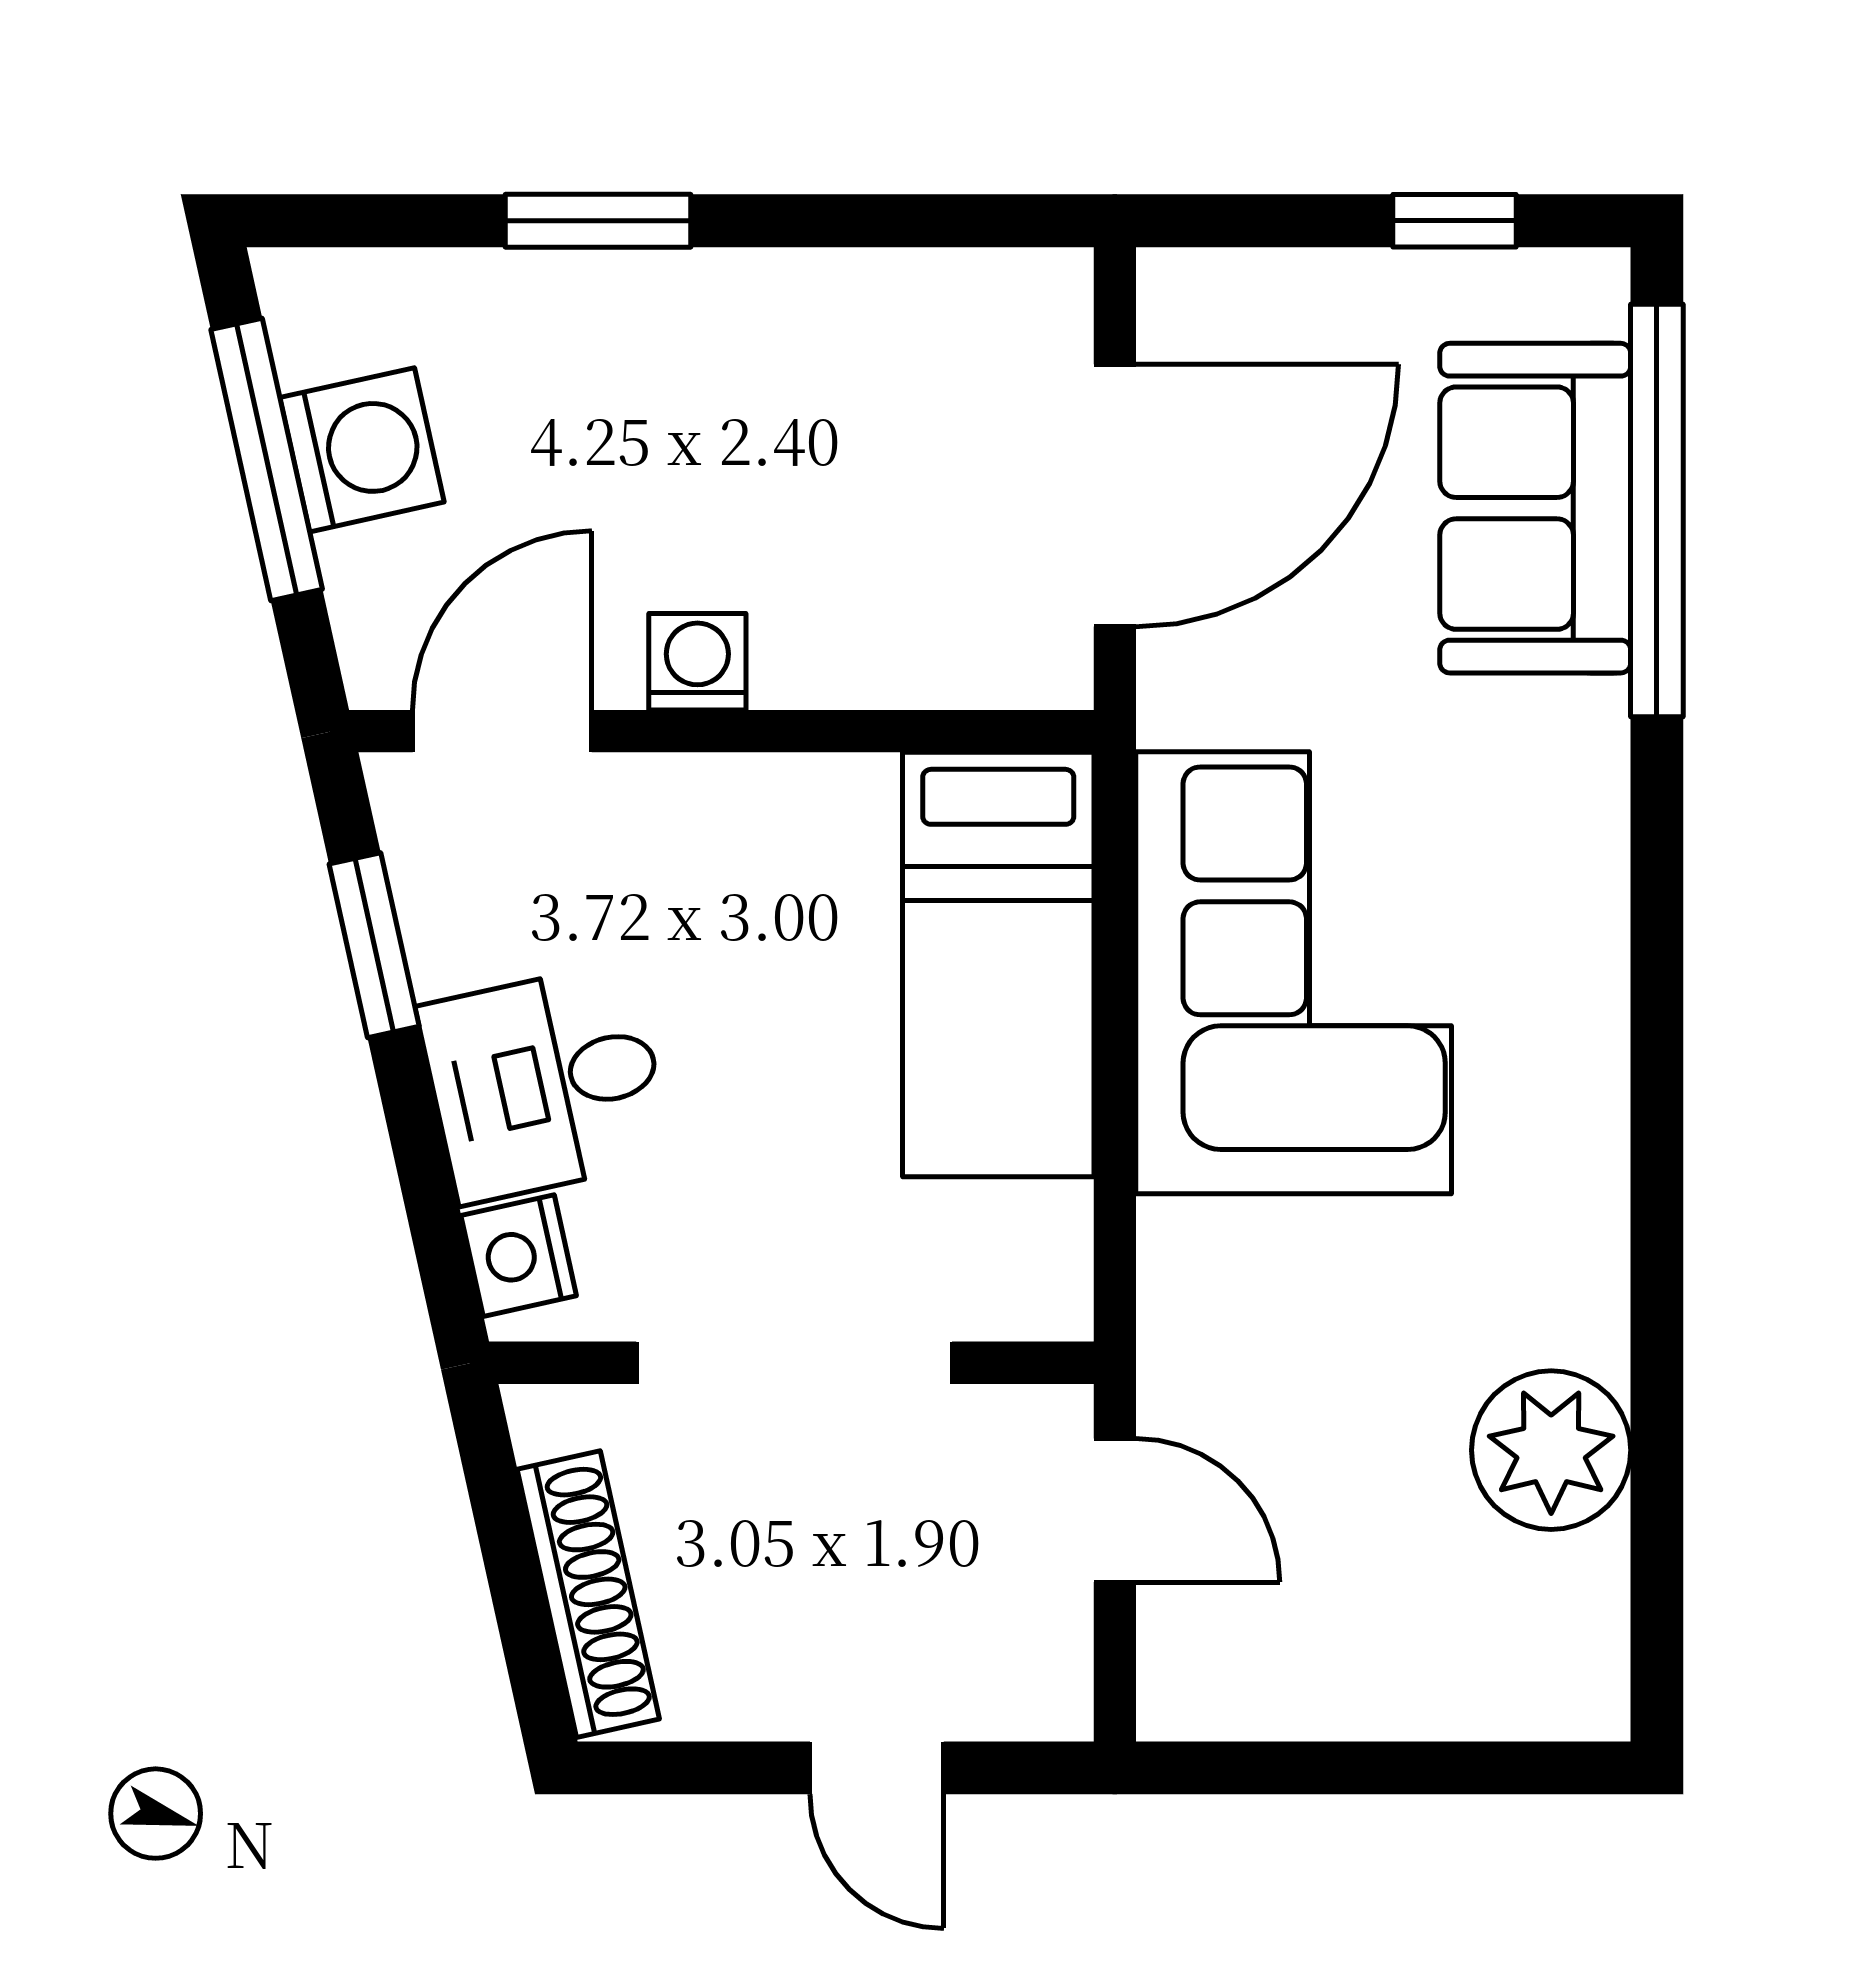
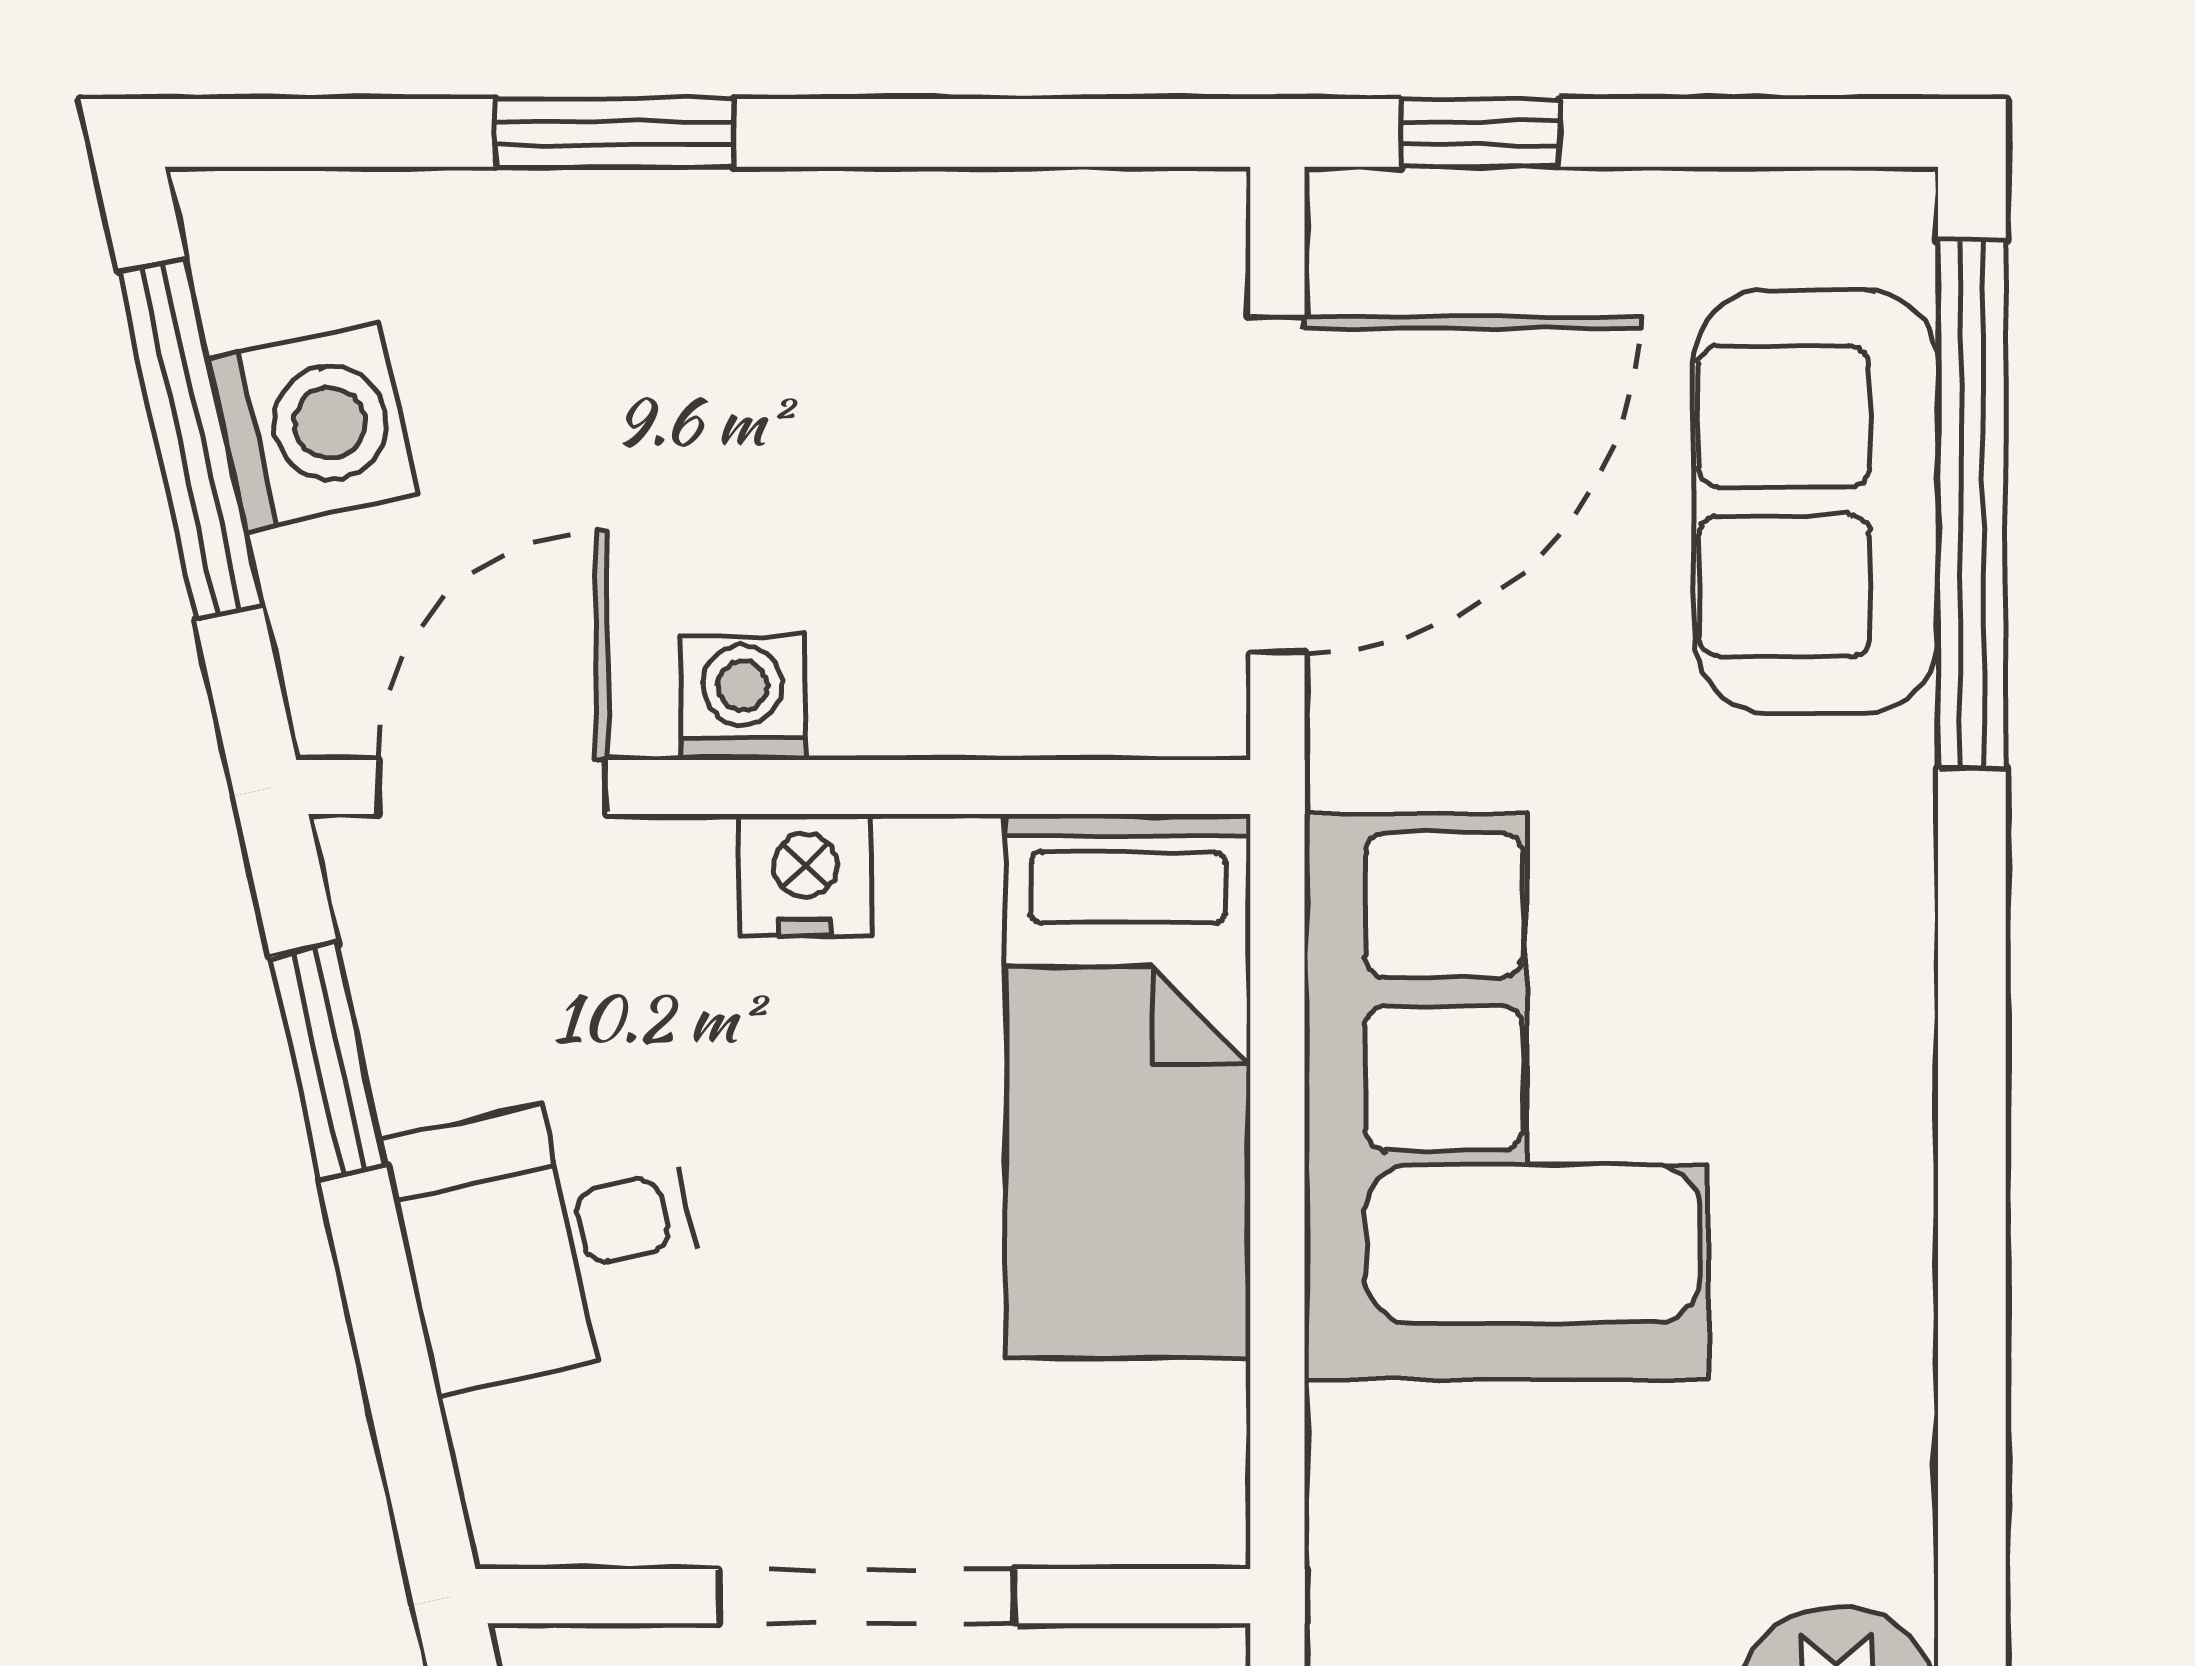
window: (1454, 221) -> (1480, 133), moved
nightstand: (519, 1256) -> (805, 875), moved, turned 102
doorway: (794, 1363) -> (867, 1596), width x0.73

